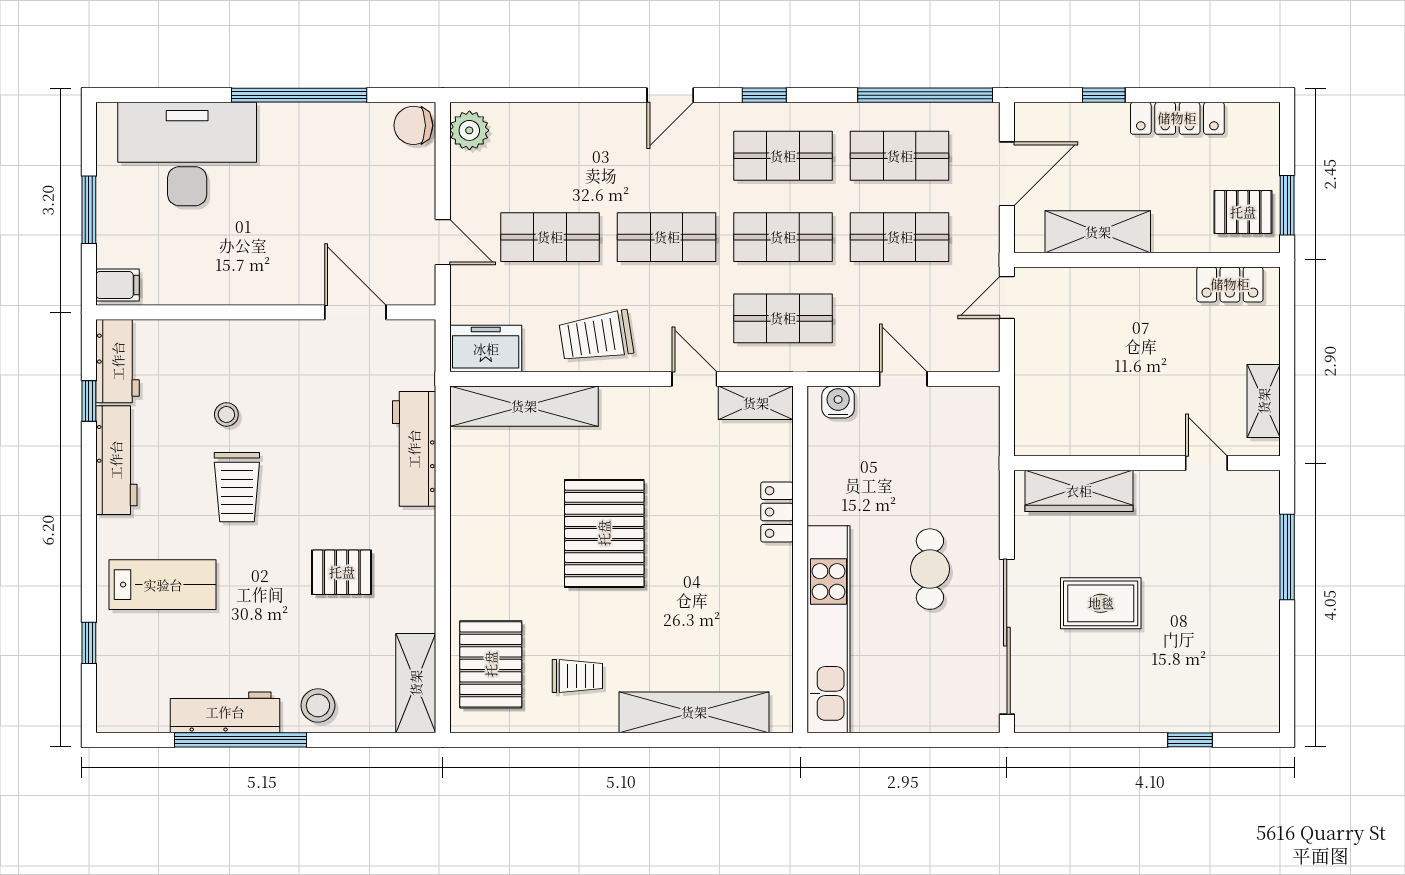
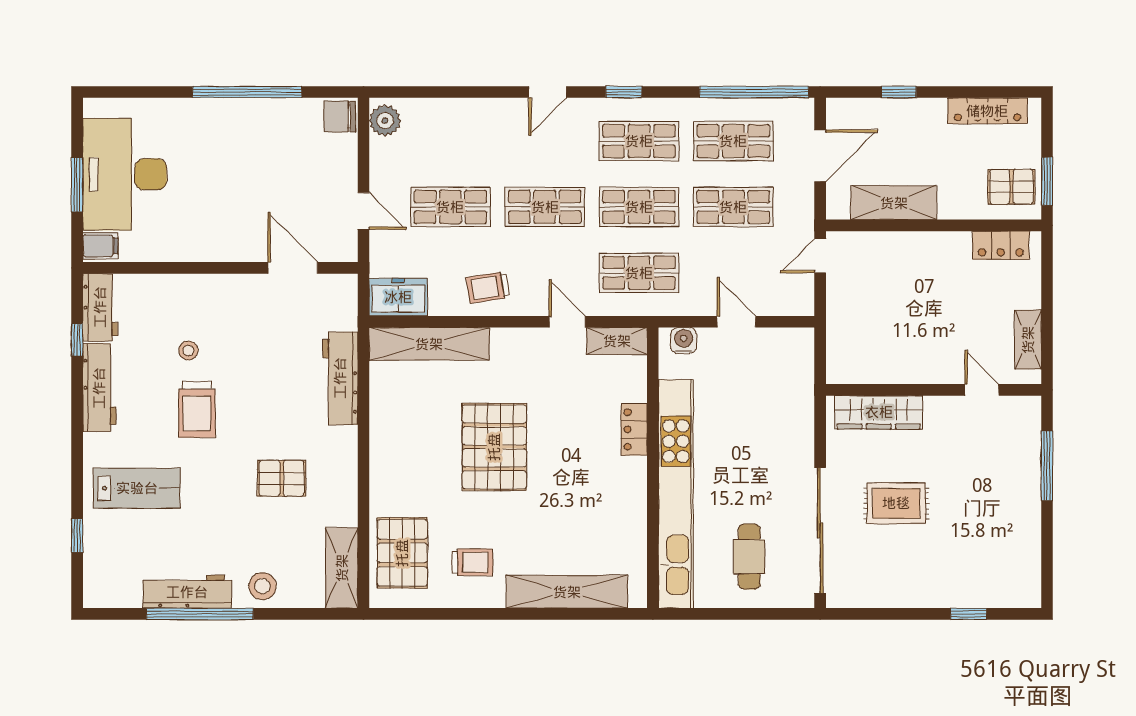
locker: (1177, 118) -> (987, 111), moved
desk: (187, 154) -> (125, 174), moved, turned -90
trolley: (596, 337) -> (488, 287), width x0.73, depth x0.72
cafe table: (930, 569) -> (749, 557), moved
kitchen unit: (829, 629) -> (676, 494), width x1.36

